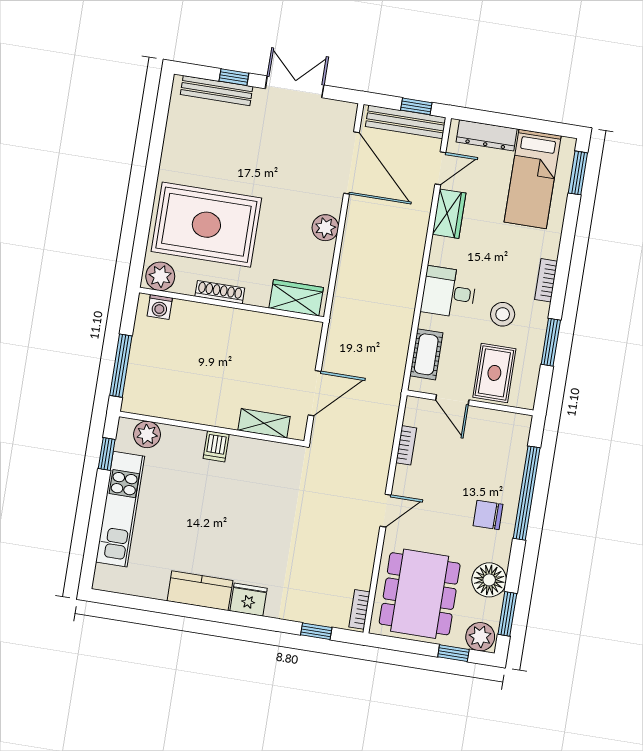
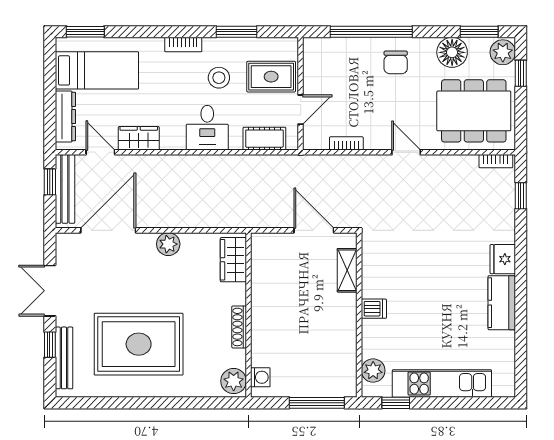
rug: (206, 225) -> (139, 344), moved, turned 90

